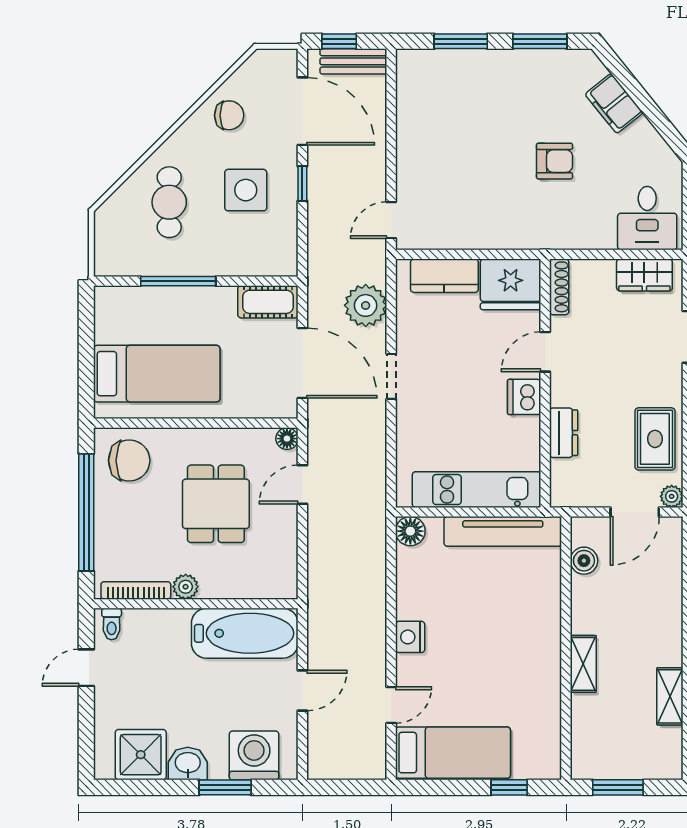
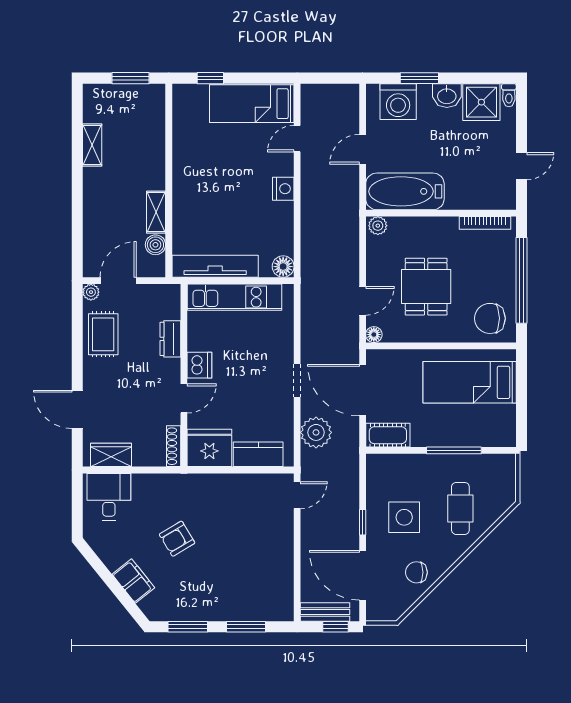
armchair: (555, 161) -> (177, 539), turned -31
plant: (186, 587) -> (378, 226), moved
toilet: (112, 624) -> (509, 95), moved, turned 180
shelving: (583, 664) -> (156, 212), moved

